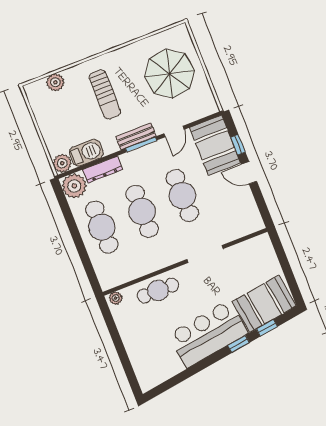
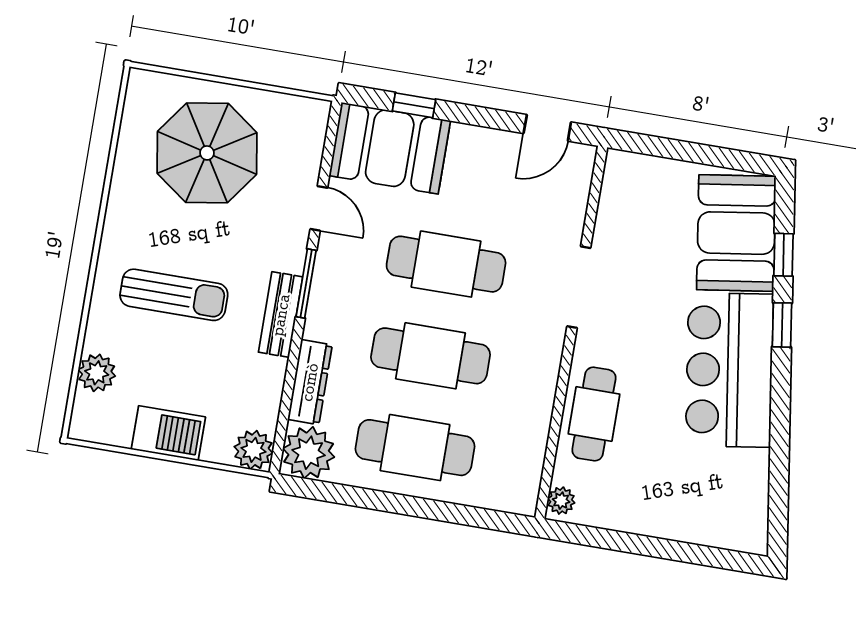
bench: (136, 136) -> (281, 315), moved
barbecue: (86, 153) -> (168, 433), moved, turned 90
door: (249, 173) -> (547, 128), moved

